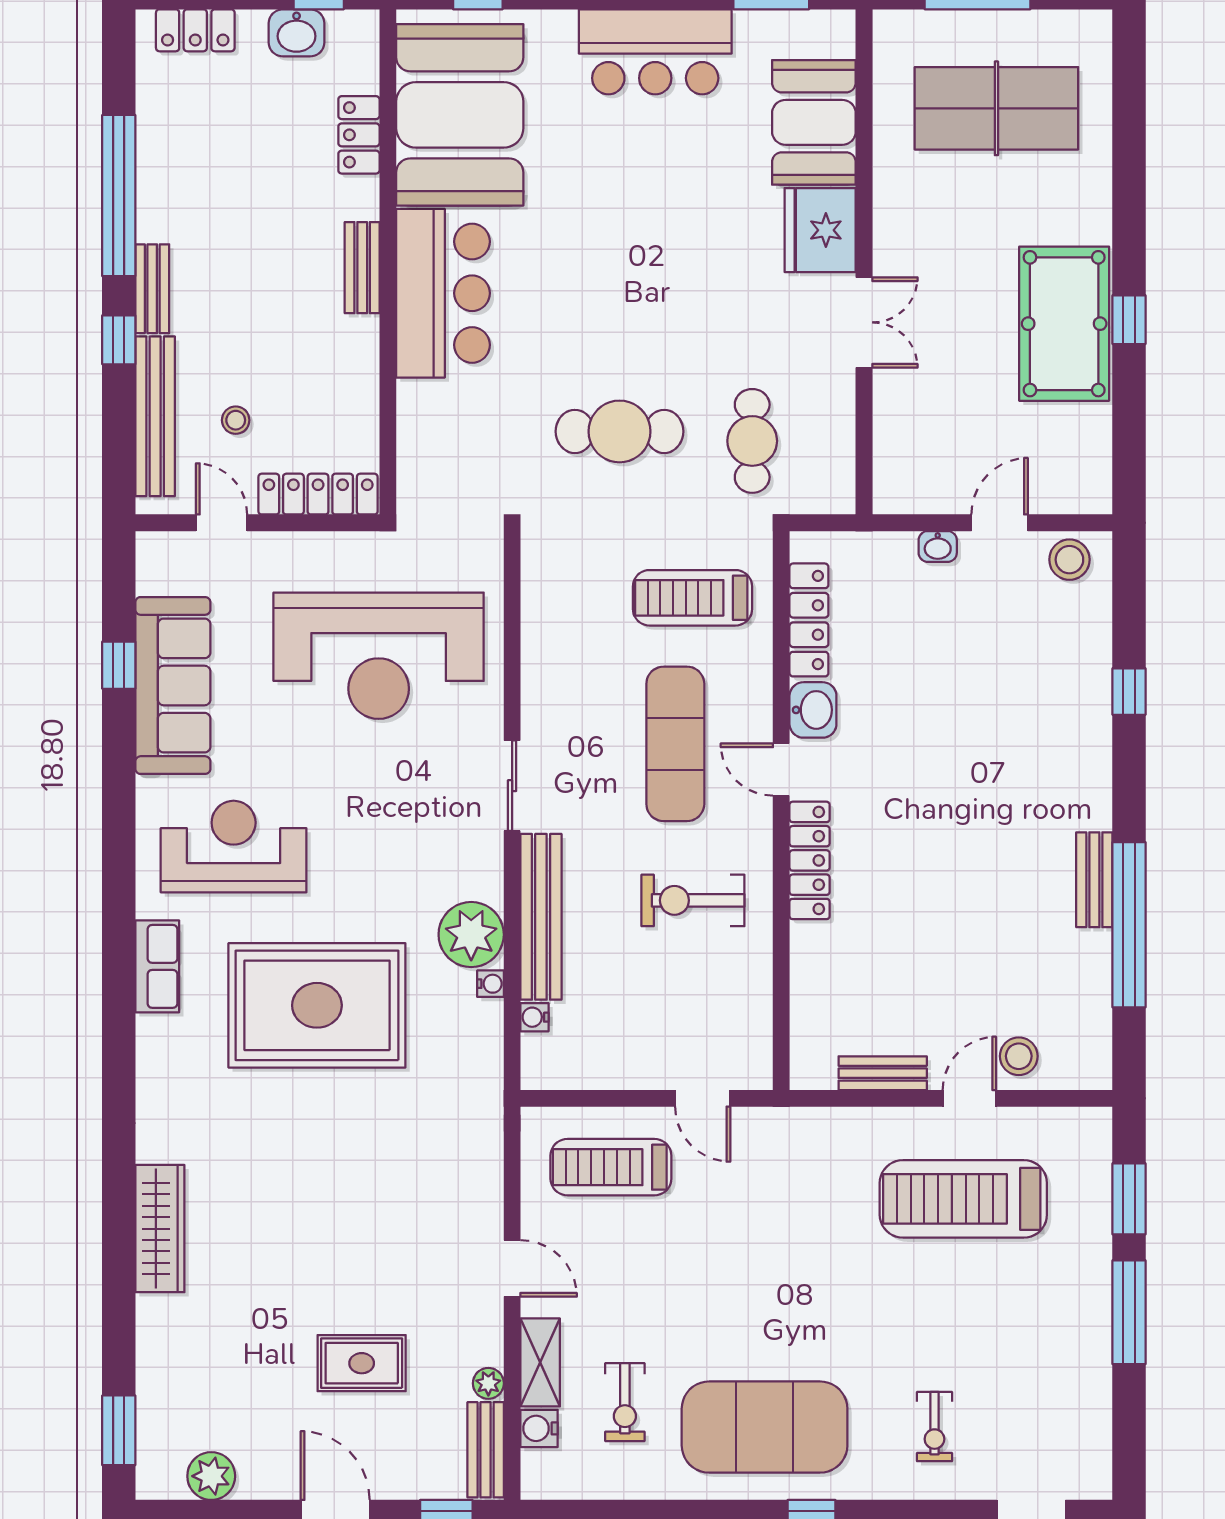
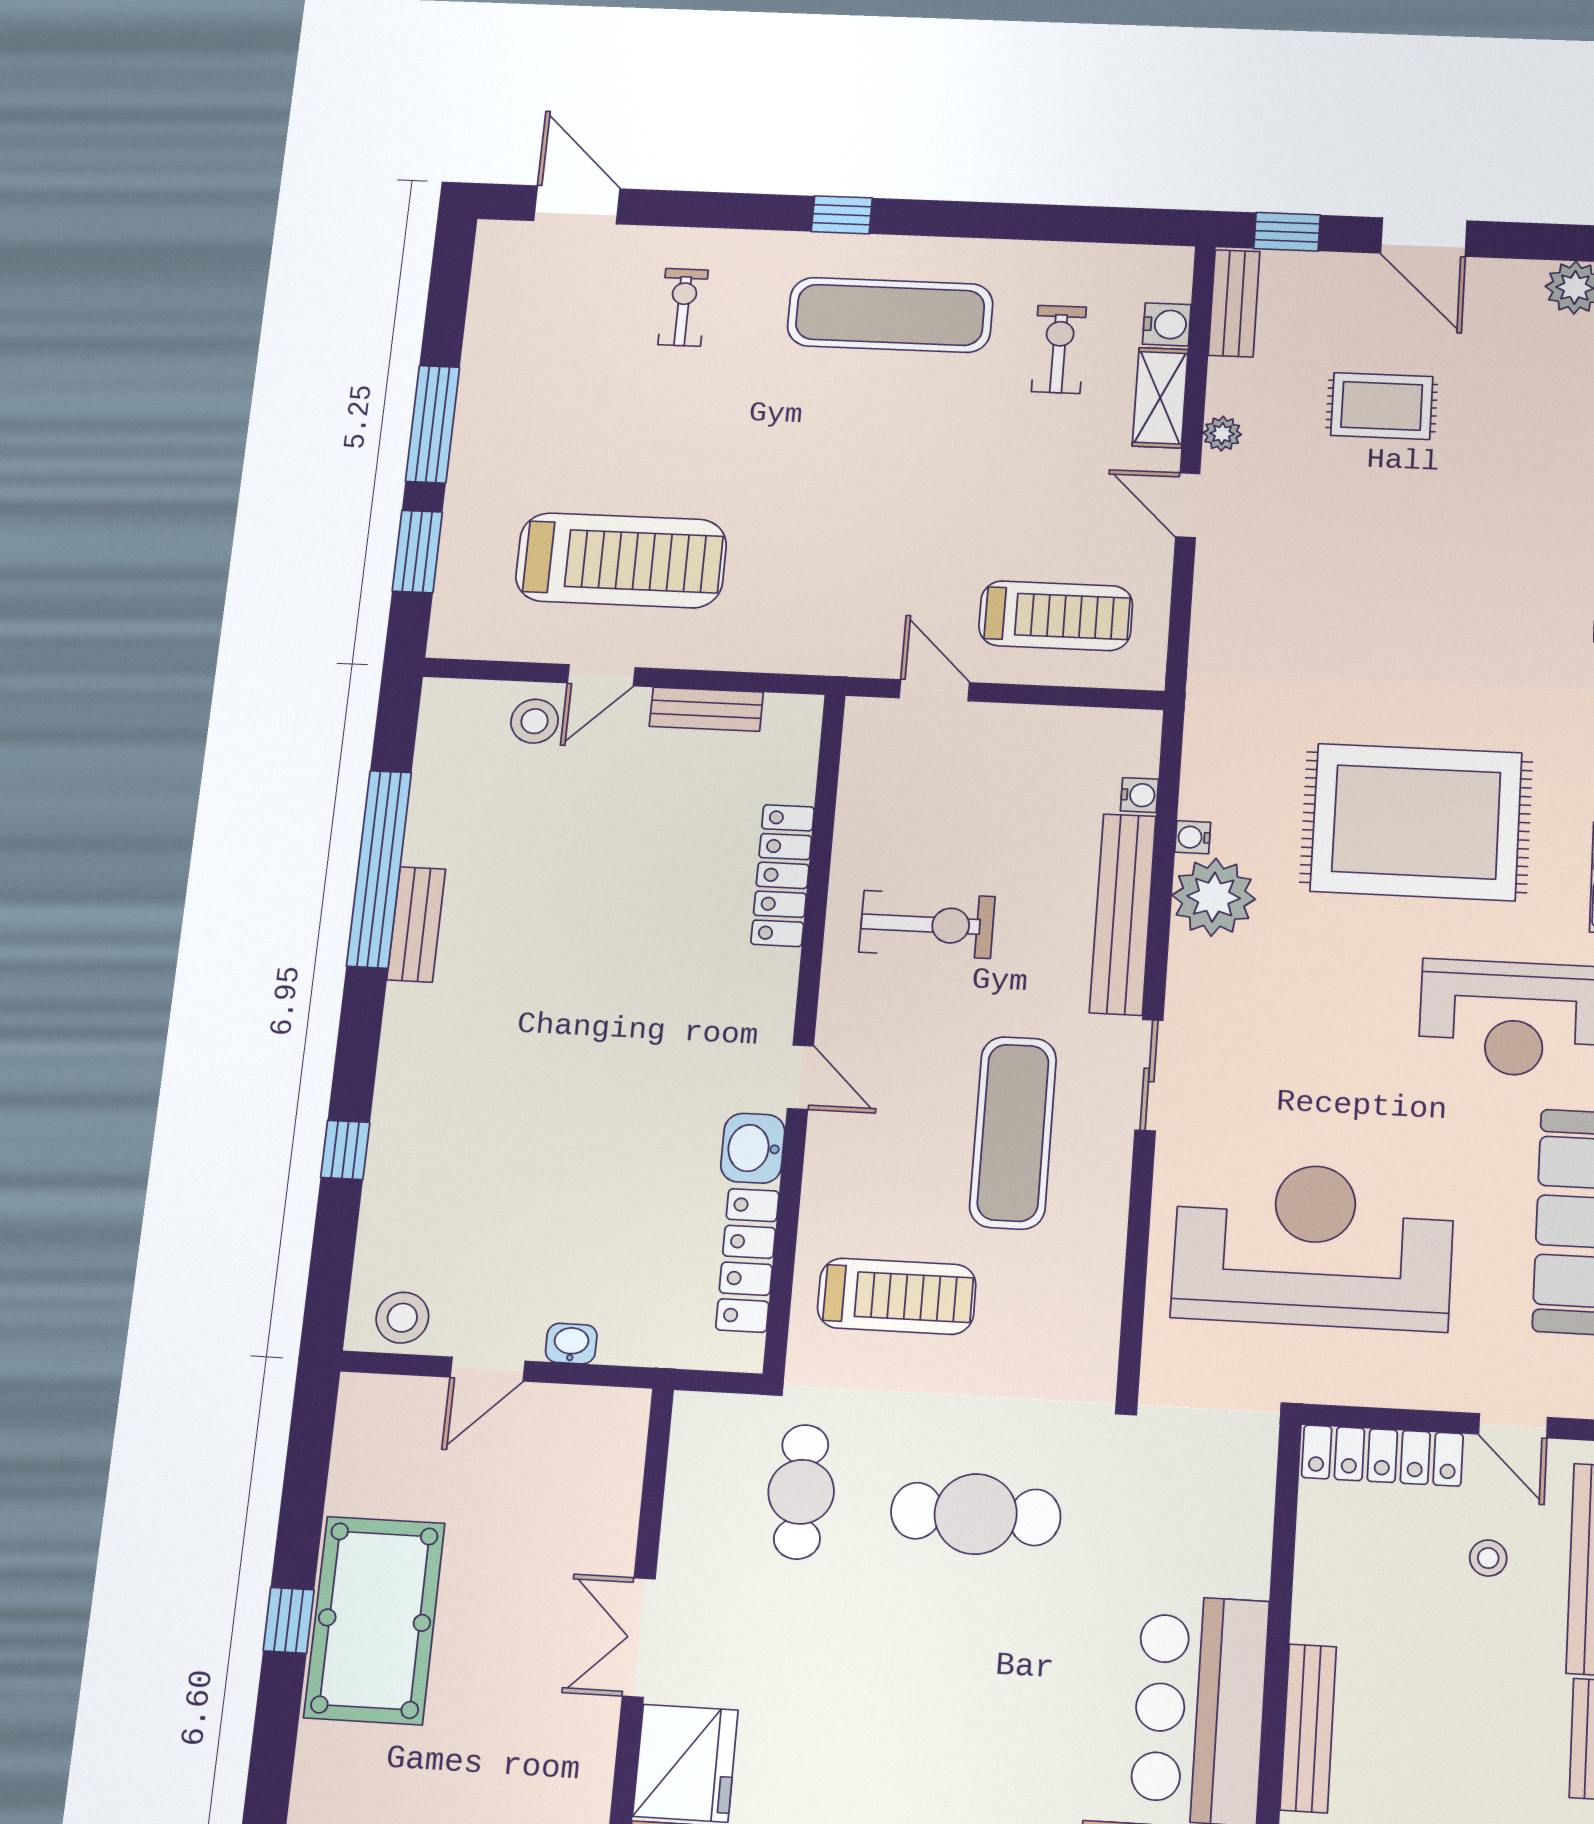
bench: (362, 268) -> (1308, 1728), width x1.36
exercise mat: (675, 744) -> (1013, 1133), moved
locker: (810, 860) -> (783, 875), moved
plant: (488, 1383) -> (1222, 434), moved
exercise mat: (765, 1427) -> (890, 315), width x0.68

